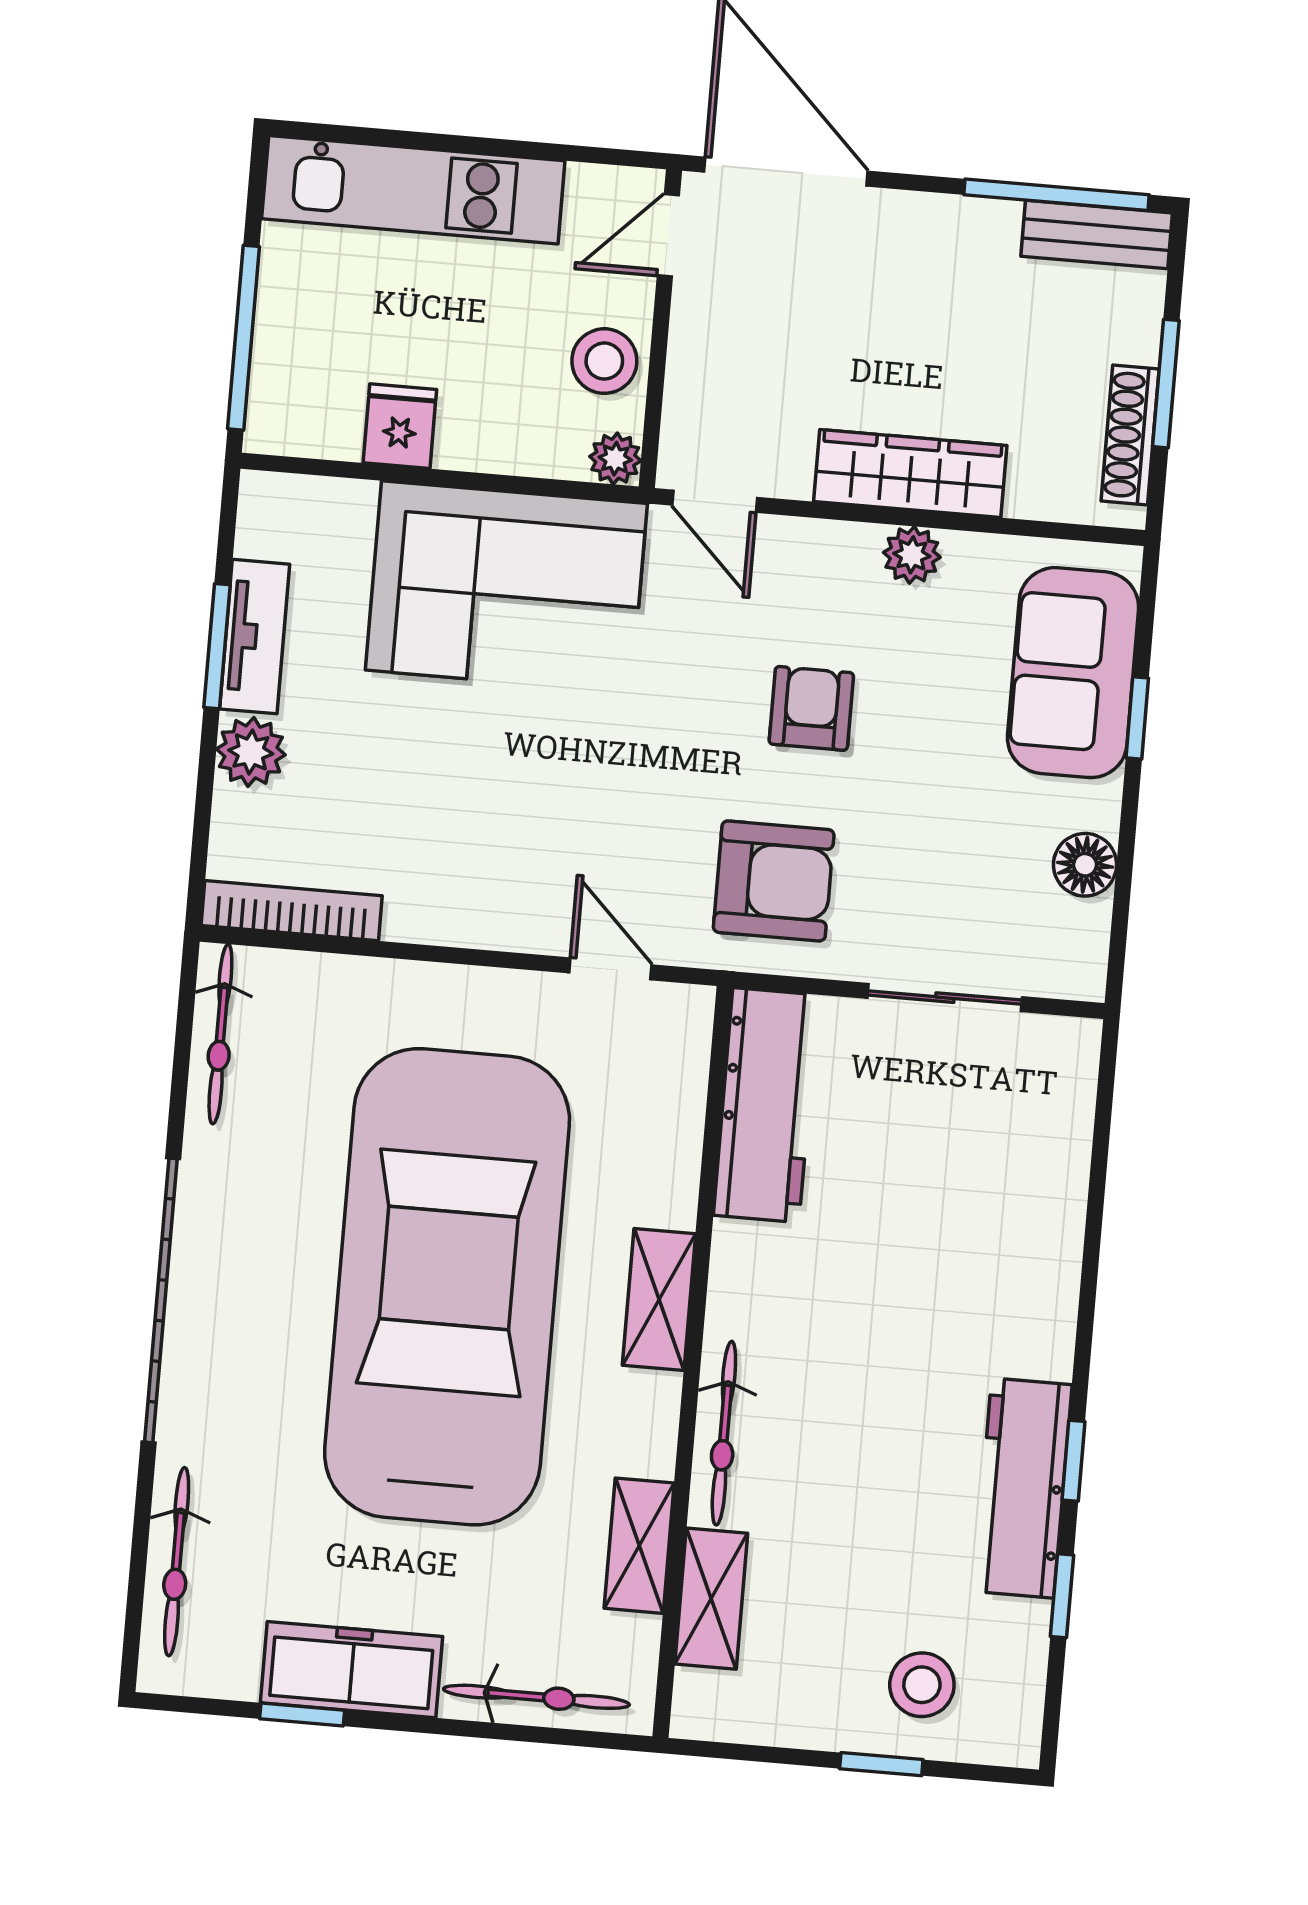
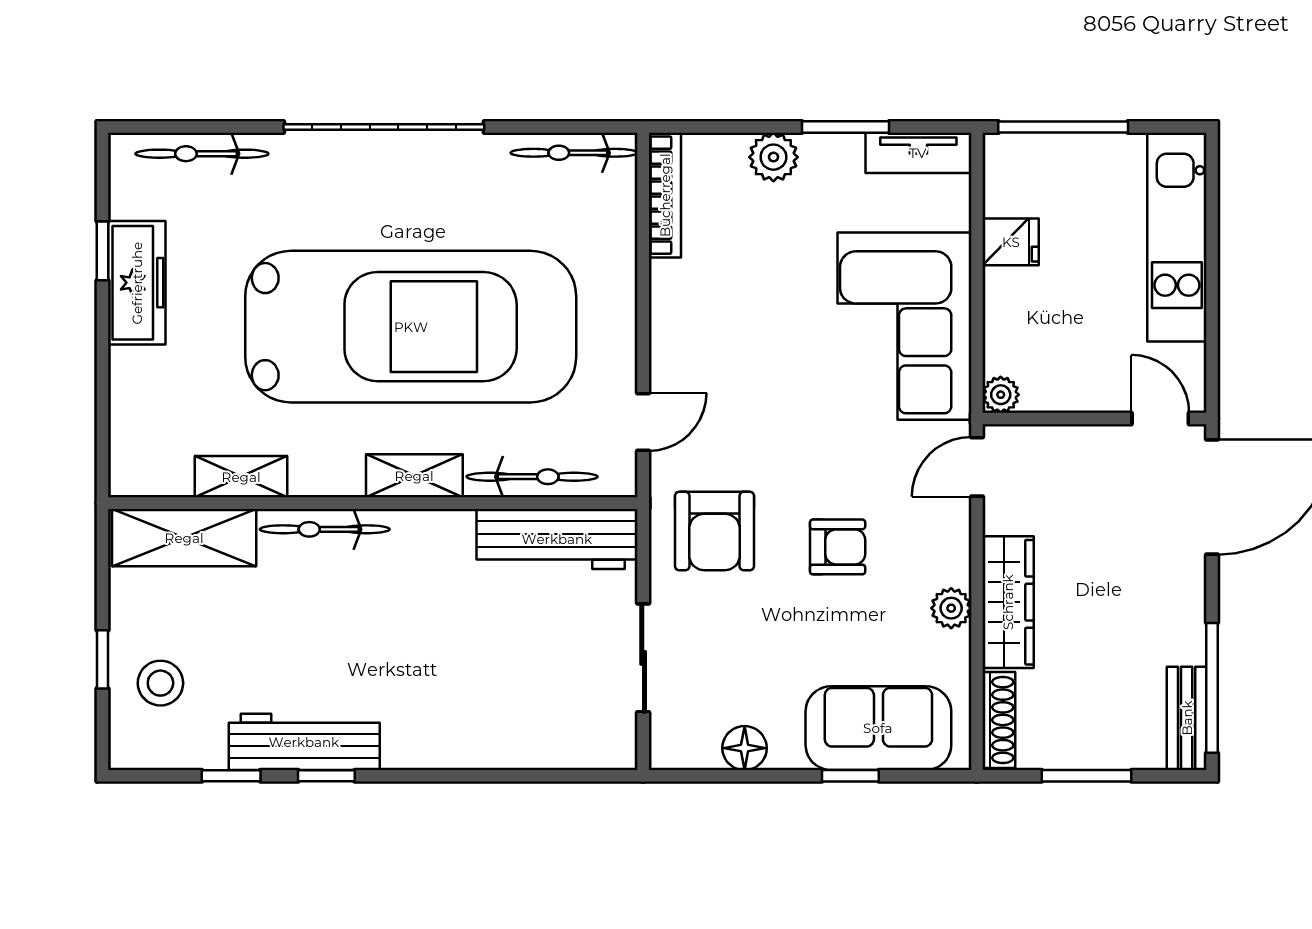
stool: (604, 361) -> (1068, 381), removed
shoe rack: (1130, 435) -> (999, 720), moved, turned 90
tv unit: (255, 637) -> (918, 153), moved
shelving: (711, 1599) -> (184, 538), width x1.50, depth x1.33
bicycle: (536, 1697) -> (532, 477), moved, turned -90

